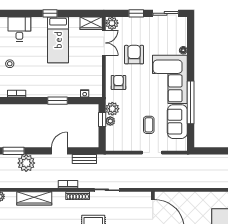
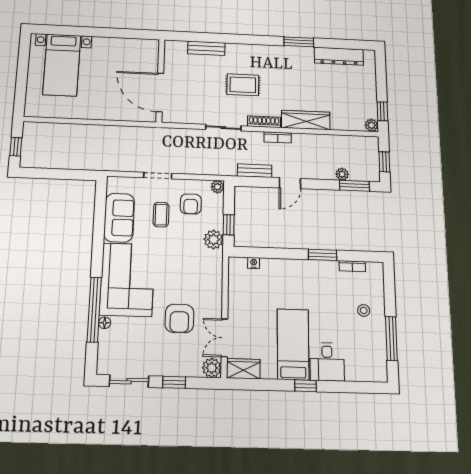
desk: (19, 29) -> (327, 362), moved
armchair: (118, 82) -> (191, 204), moved
window: (57, 101) -> (323, 255), moved
window: (191, 102) -> (94, 309), moved
plant: (110, 121) -> (217, 187), moved
plant: (26, 163) -> (342, 174), width x0.53, depth x0.53
wardrobe: (34, 198) -> (306, 120), moved

